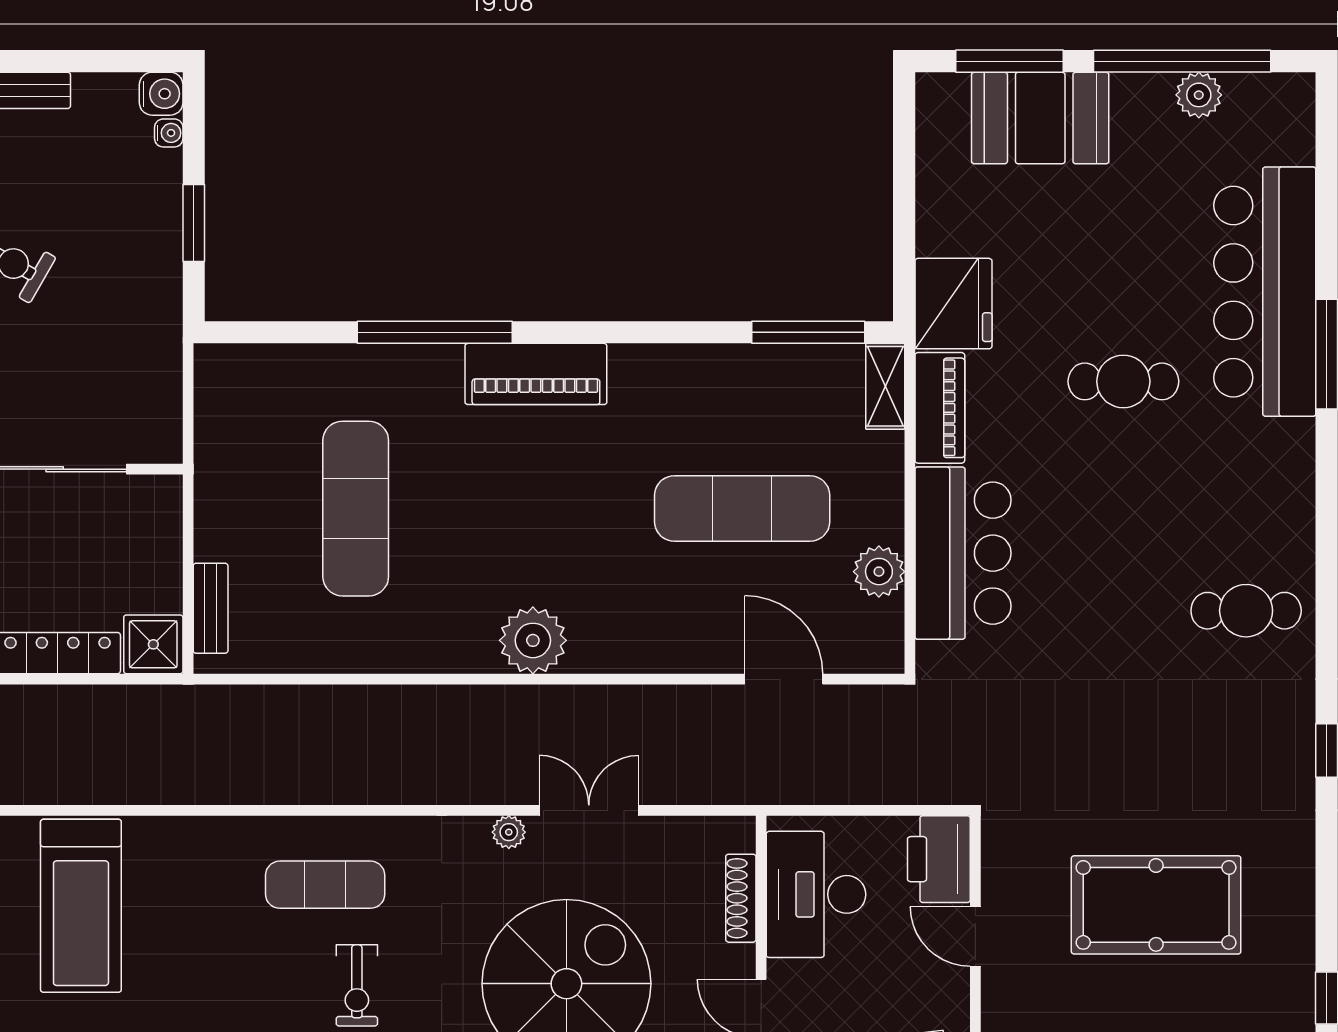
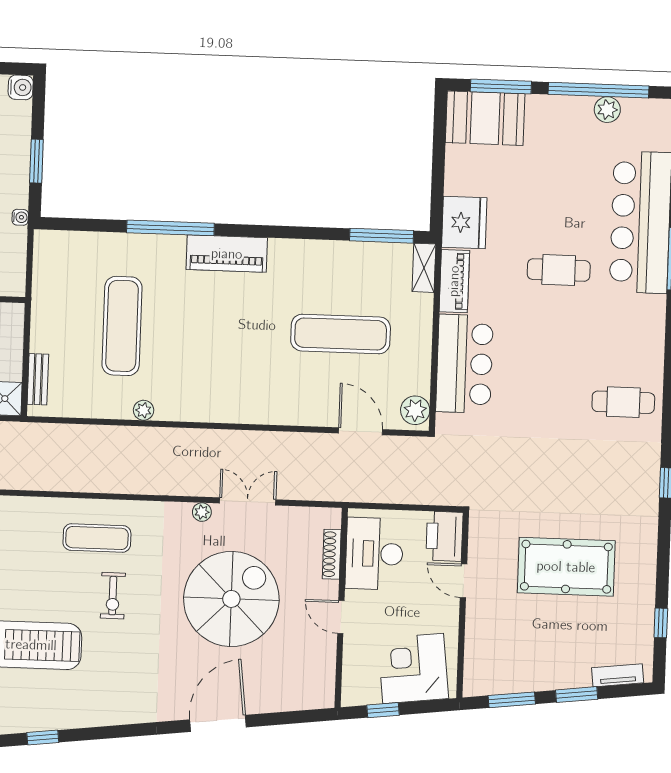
booth: (1040, 118) -> (485, 118), moved
water cooler: (169, 133) -> (20, 217), moved
plant: (879, 572) -> (415, 410), moved
plant: (533, 640) -> (144, 410), moved, width x0.53, depth x0.53

